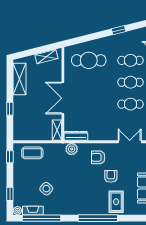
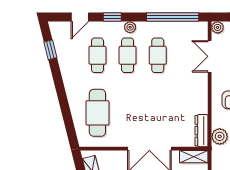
window: (119, 30) -> (50, 50), moved

